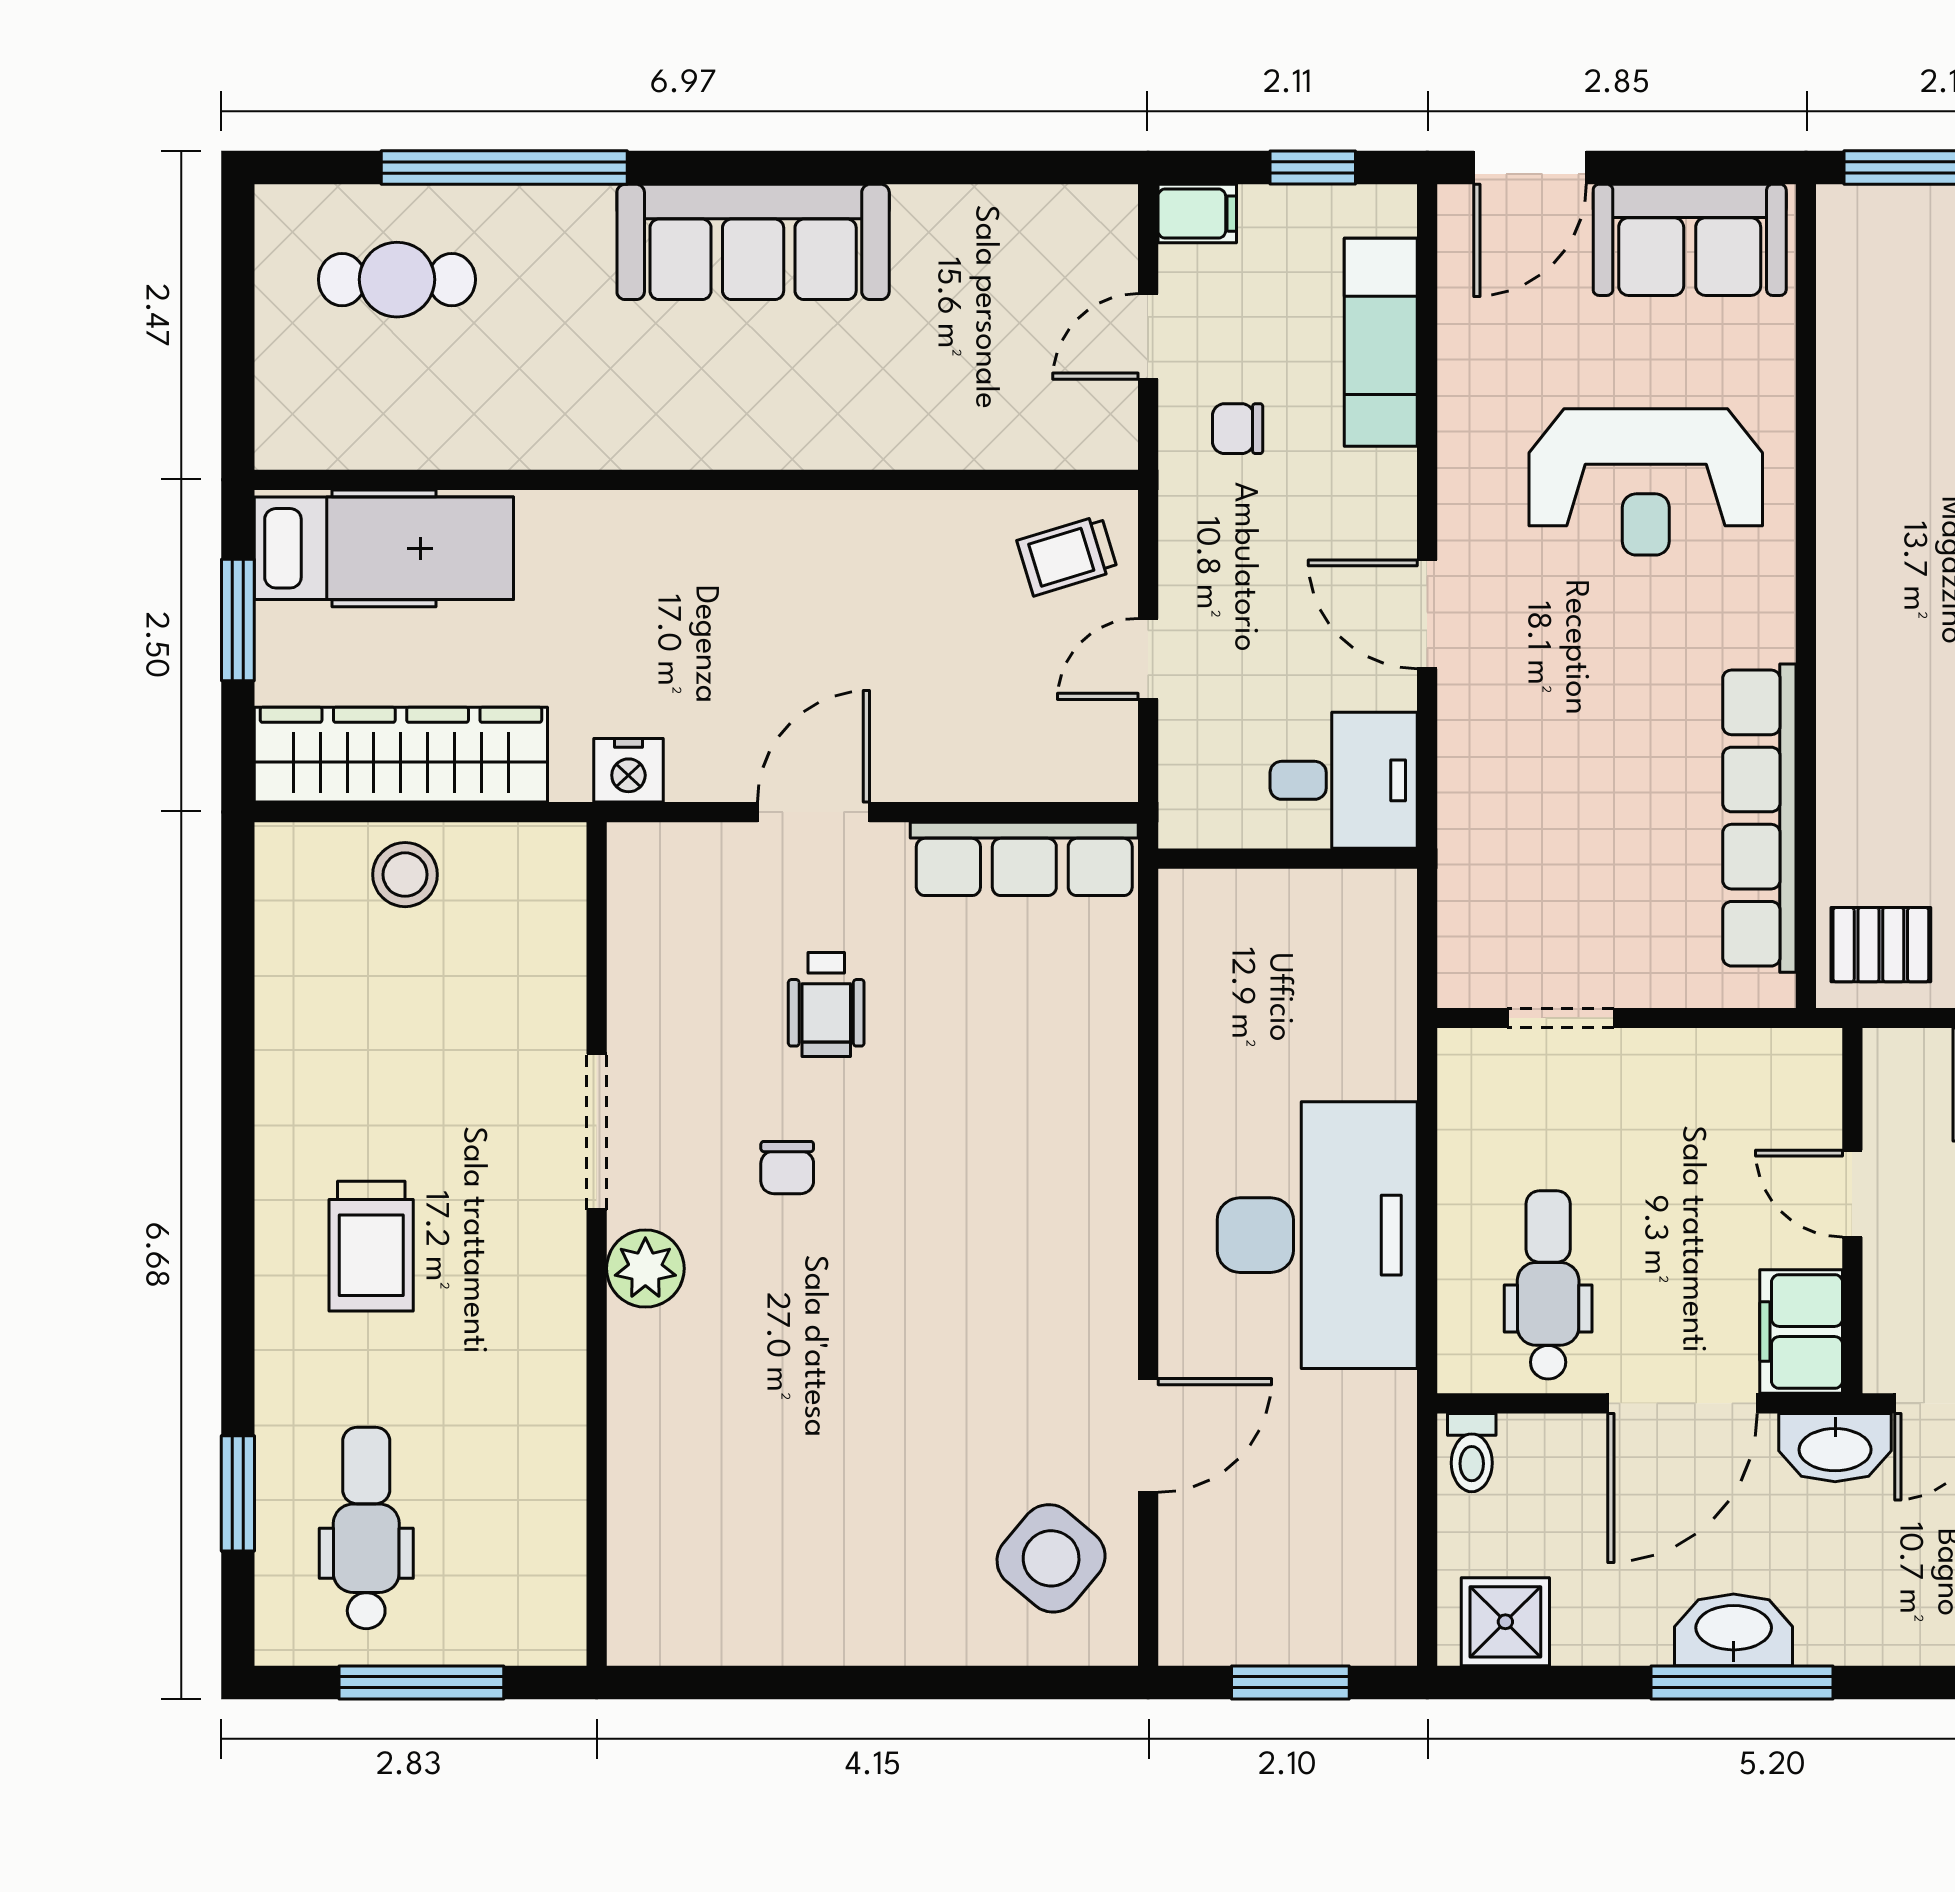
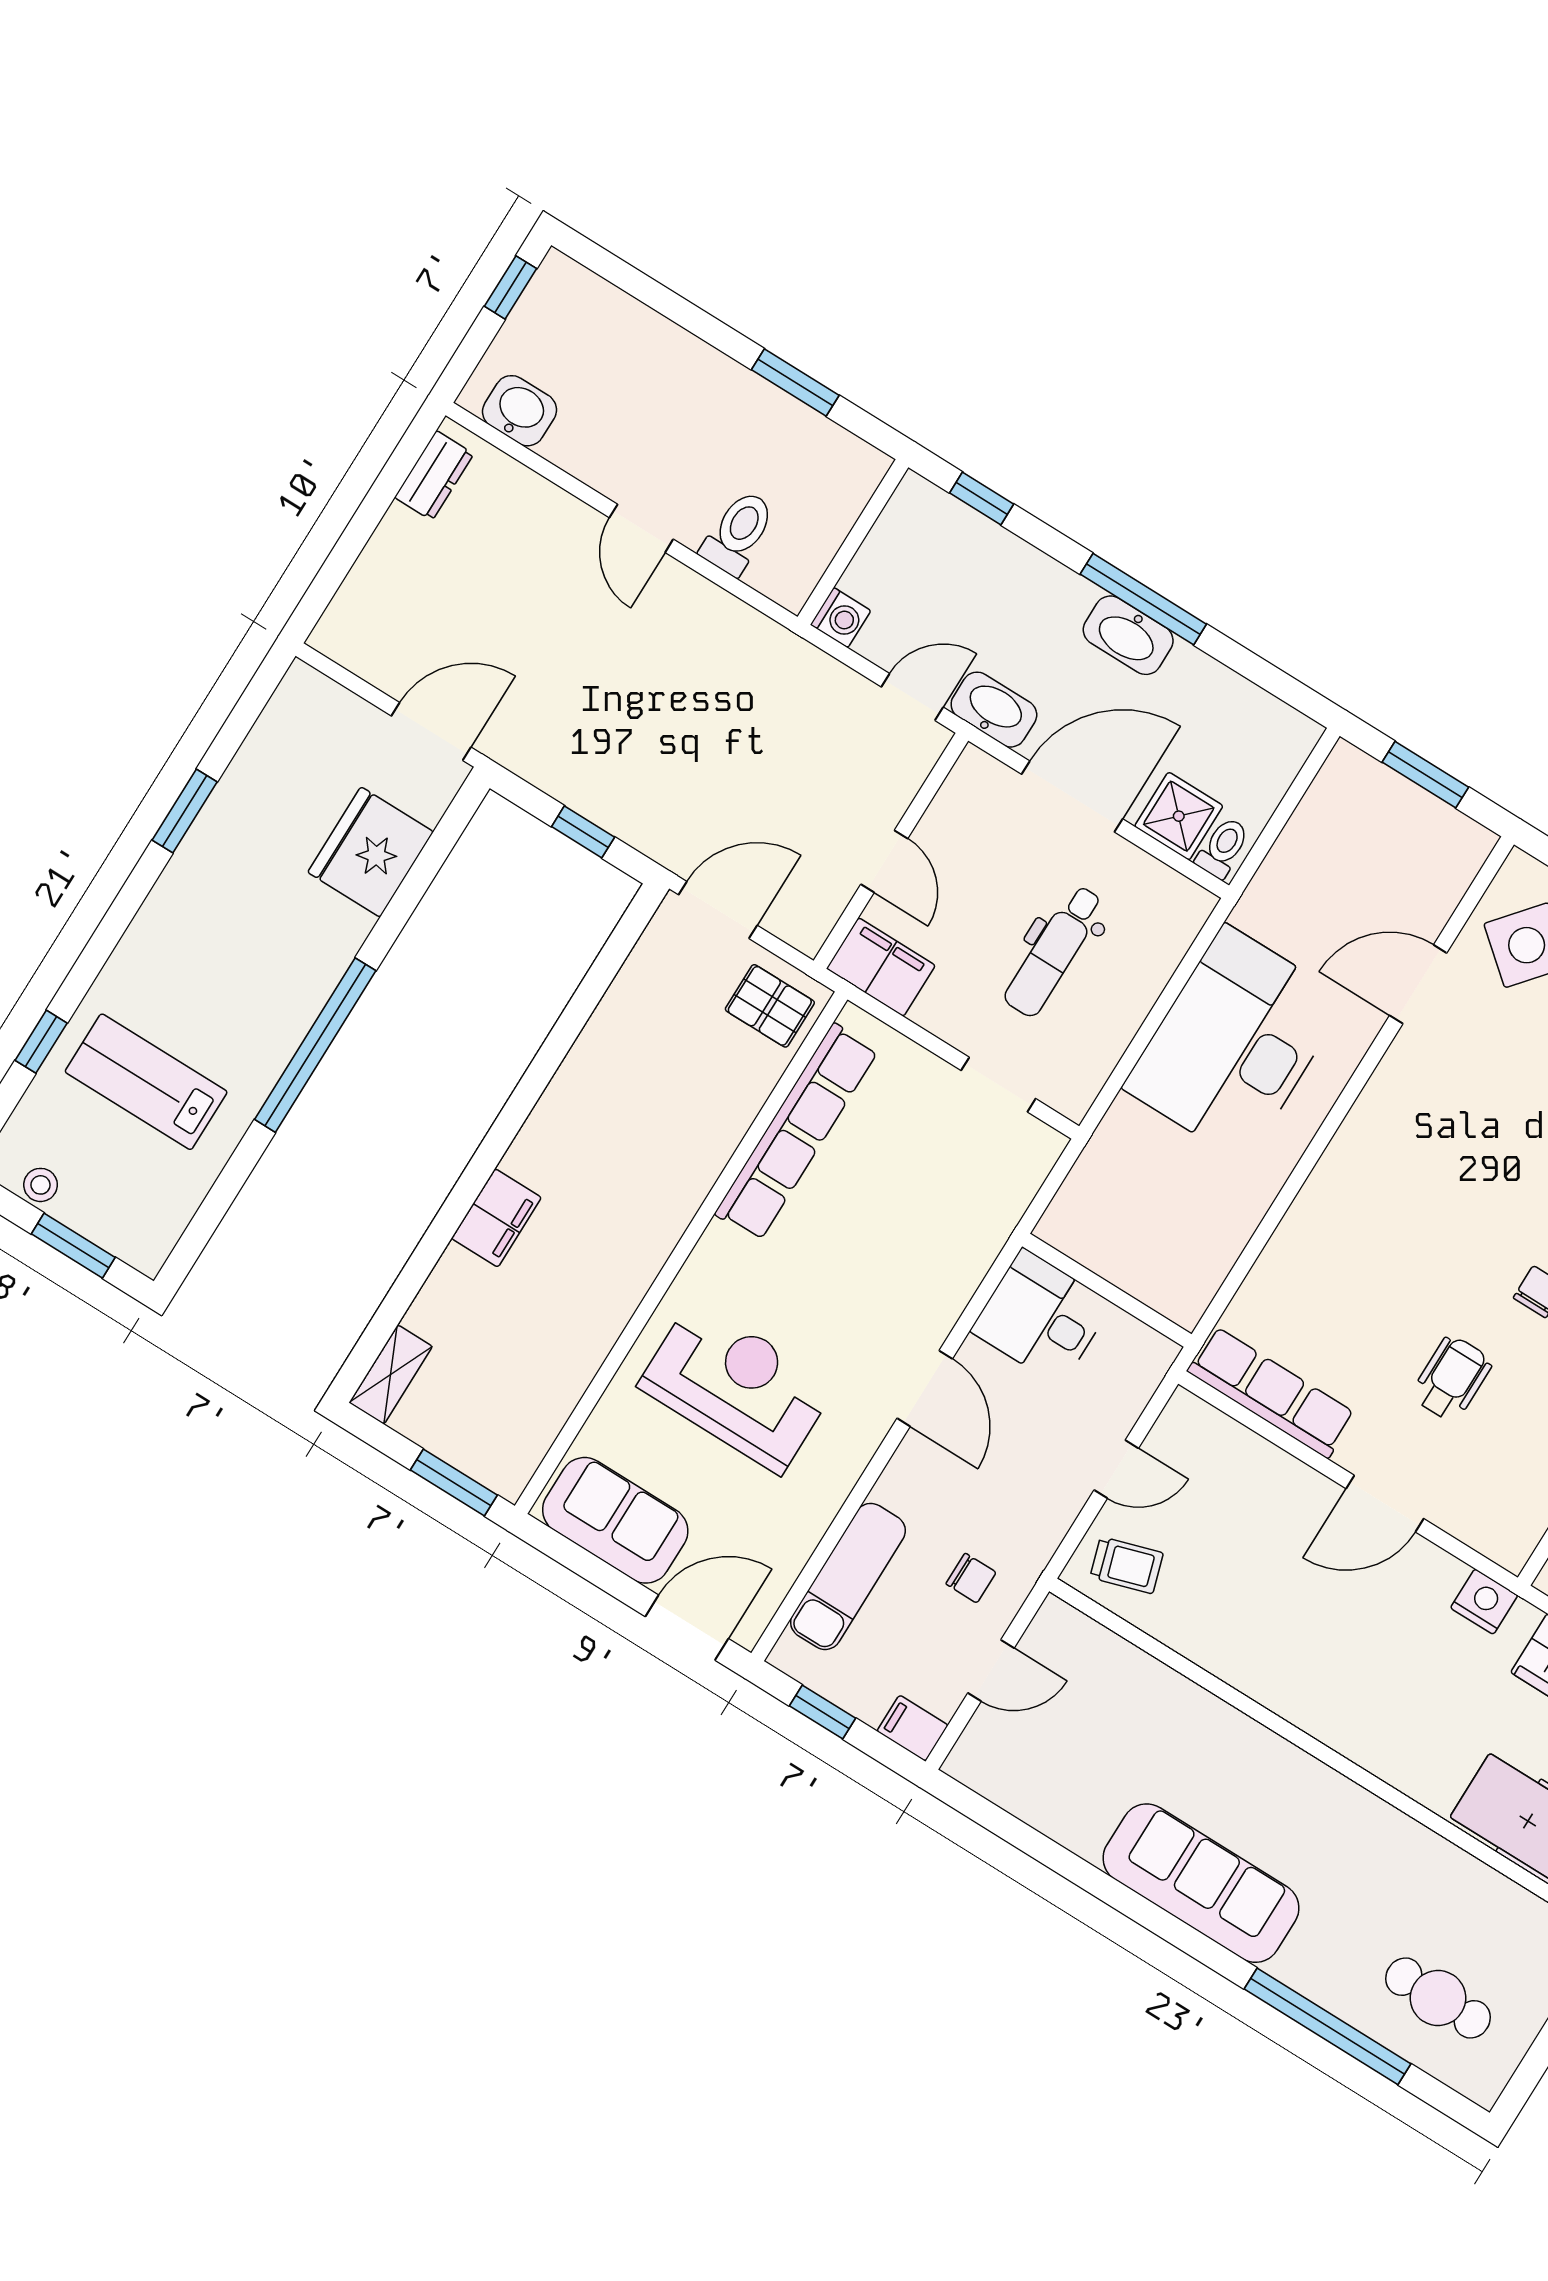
dental chair: (1548, 1285) -> (1054, 951), moved
filing cabinet: (1801, 1332) -> (881, 967), moved, turned -90
shower: (1505, 1622) -> (1179, 816), moved

